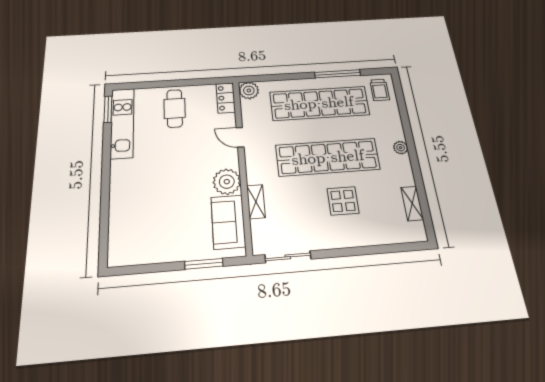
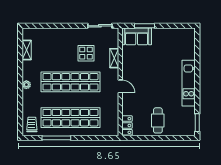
plant: (249, 90) -> (113, 130), removed
kitchen unit: (122, 123) -> (189, 83), moved
door: (240, 137) -> (120, 86), moved
plant: (227, 182) -> (130, 71), removed
display table: (343, 201) -> (86, 53), moved
sofa: (228, 222) -> (137, 36), moved, turned 90

